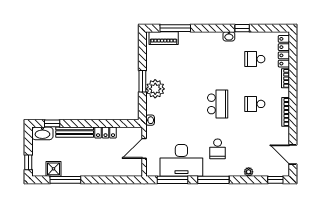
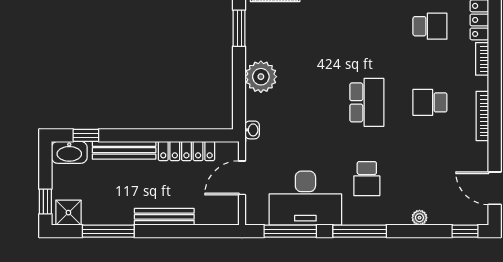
school desk: (255, 59) -> (430, 26), turned 180
window: (142, 81) -> (239, 28), moved
locker: (106, 133) -> (186, 151), width x1.53
shower: (53, 169) -> (68, 213), moved
bench: (98, 171) -> (164, 217), added

